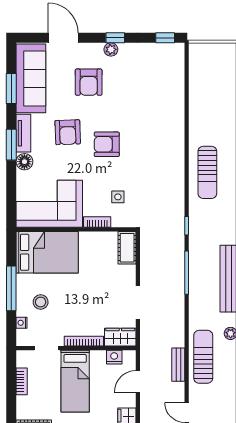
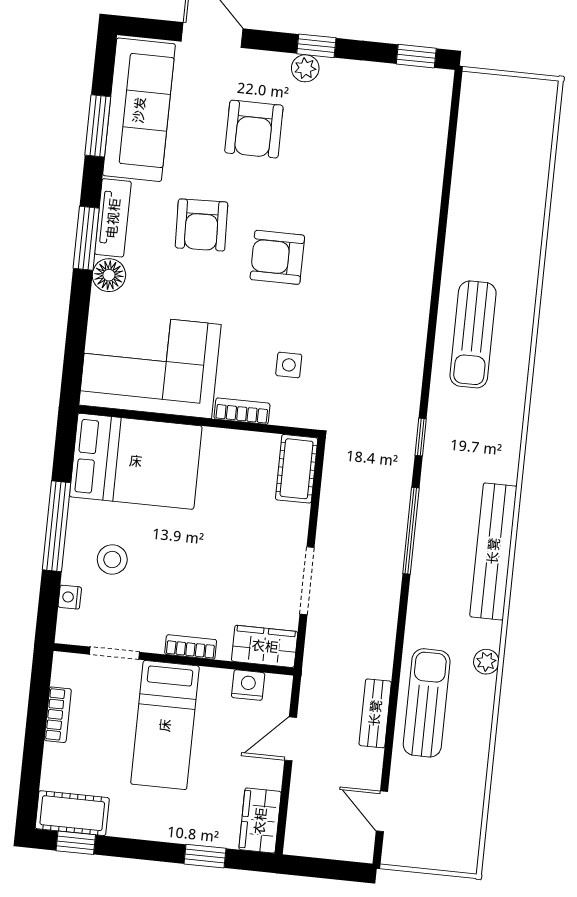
bookcase: (84, 341) -> (191, 647), width x0.64

